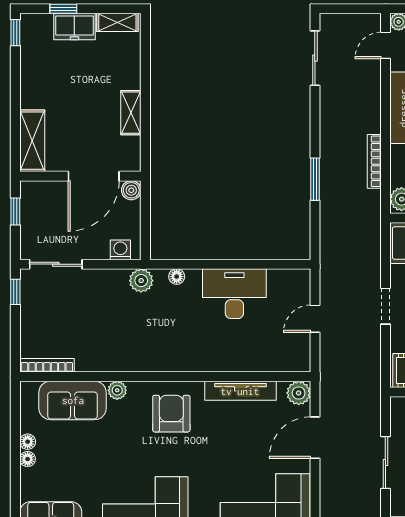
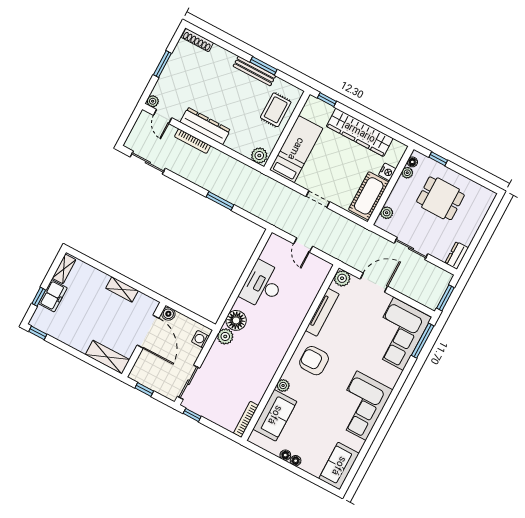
bookcase: (374, 161) -> (193, 141), moved
floor lamp: (177, 277) -> (236, 320), width x1.89, depth x1.89
door: (315, 438) -> (374, 283), swing flipped

